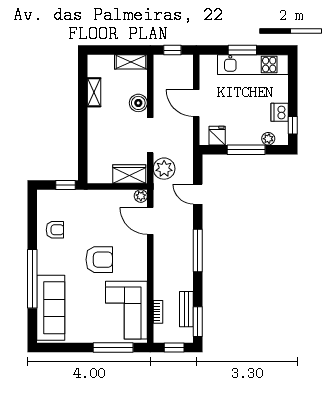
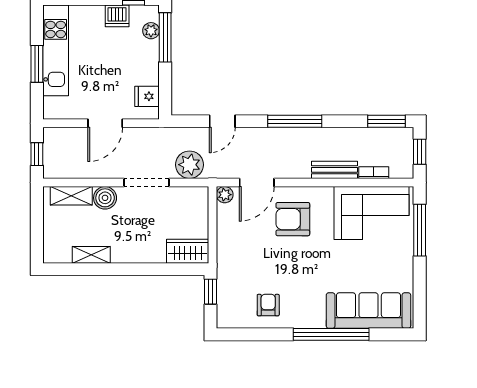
shelving: (131, 62) -> (71, 196), moved, turned 90
window: (246, 150) -> (165, 37), moved
wardrobe: (129, 174) -> (188, 251), moved, turned 90
armchair: (99, 260) -> (293, 219), moved, turned -90
bench: (186, 309) -> (335, 170), moved

